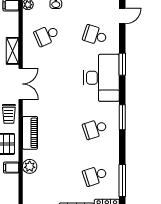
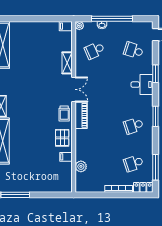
desk: (101, 78) -> (142, 85), width x0.53, depth x0.77
piano: (30, 133) -> (81, 115), moved
plant: (30, 166) -> (81, 166), moved

